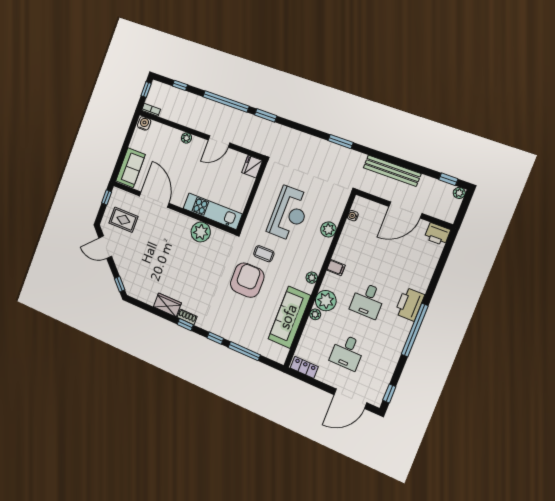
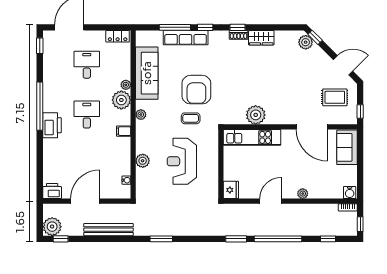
plant: (459, 193) -> (52, 227), width x1.87, depth x1.87
plant: (130, 283) -> (306, 42), added
row of seats: (238, 336) -> (186, 38), added

